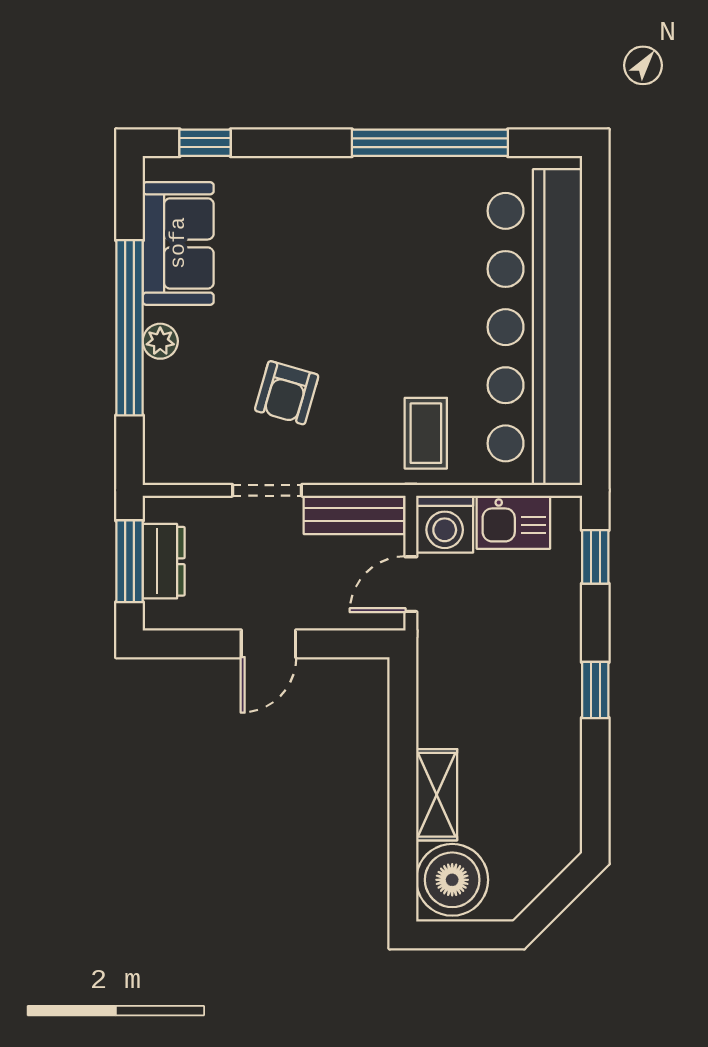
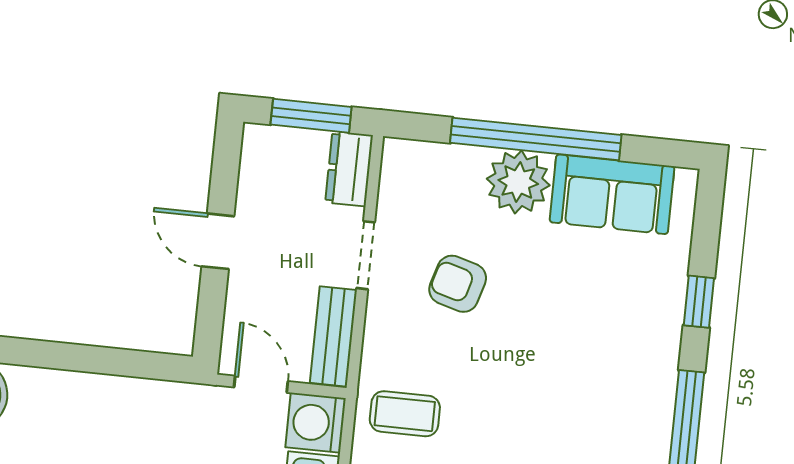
window: (205, 143) -> (699, 302), moved
plant: (160, 341) -> (518, 182), width x1.87, depth x1.87
dresser: (164, 561) -> (349, 169), moved, turned 90
shelving: (437, 795) -> (56, 388), removed

